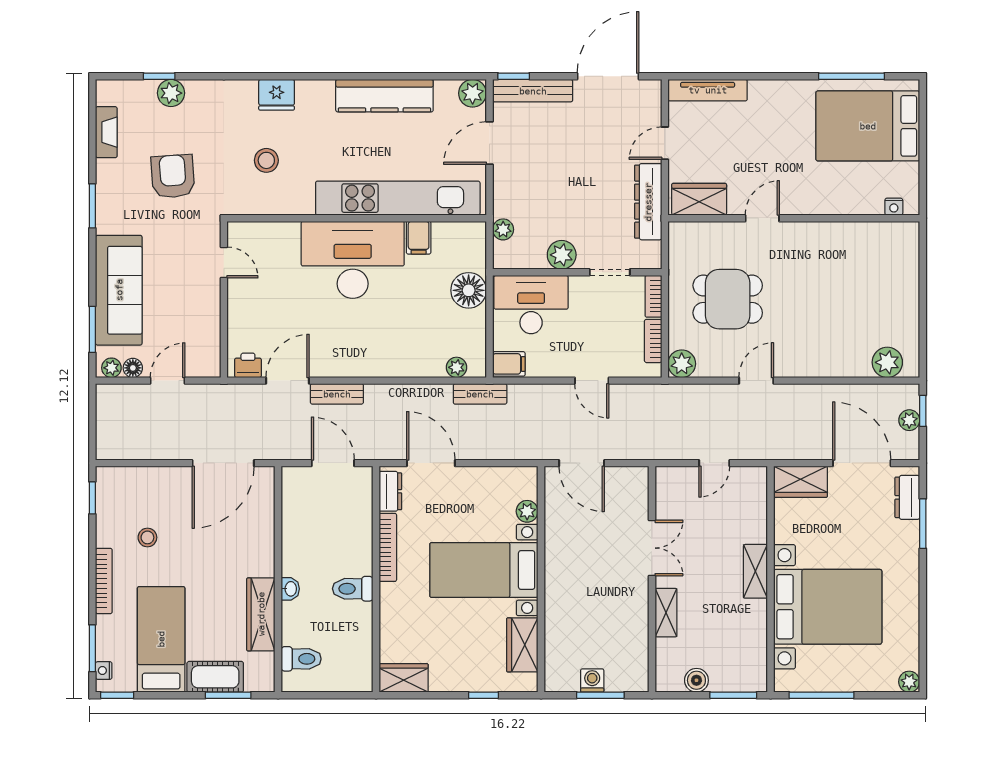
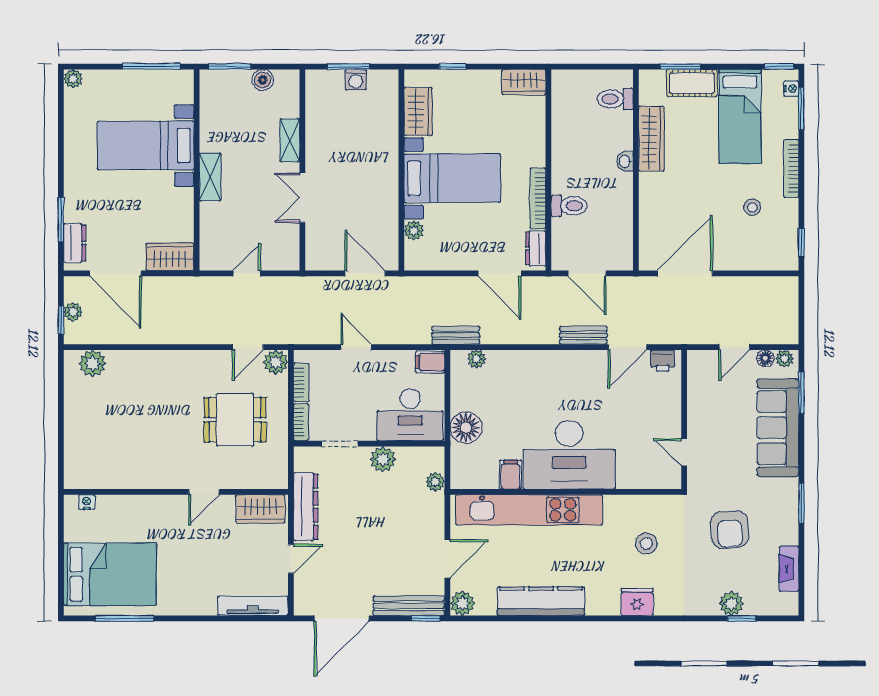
door: (756, 381) -> (248, 347), moved
toilet: (353, 589) -> (569, 206), moved
bed with nightstands: (828, 607) -> (146, 145), width x0.73

